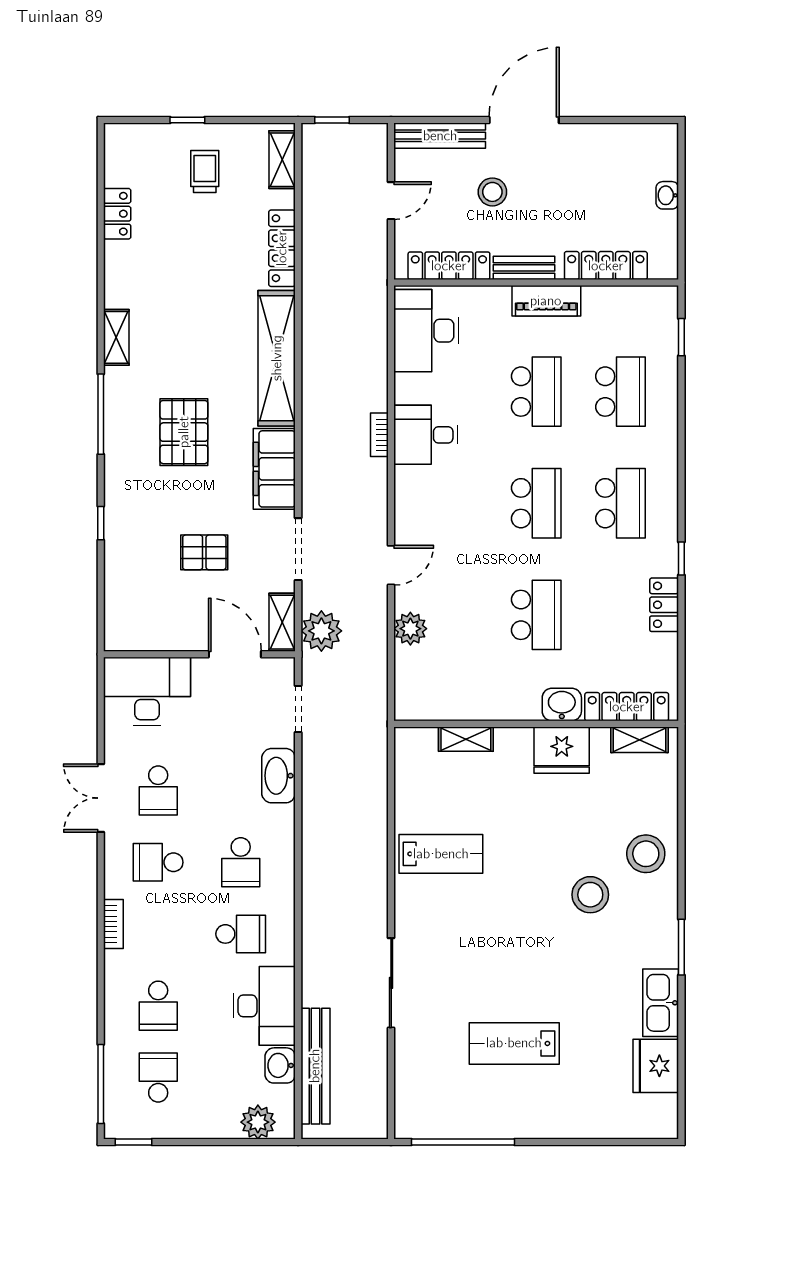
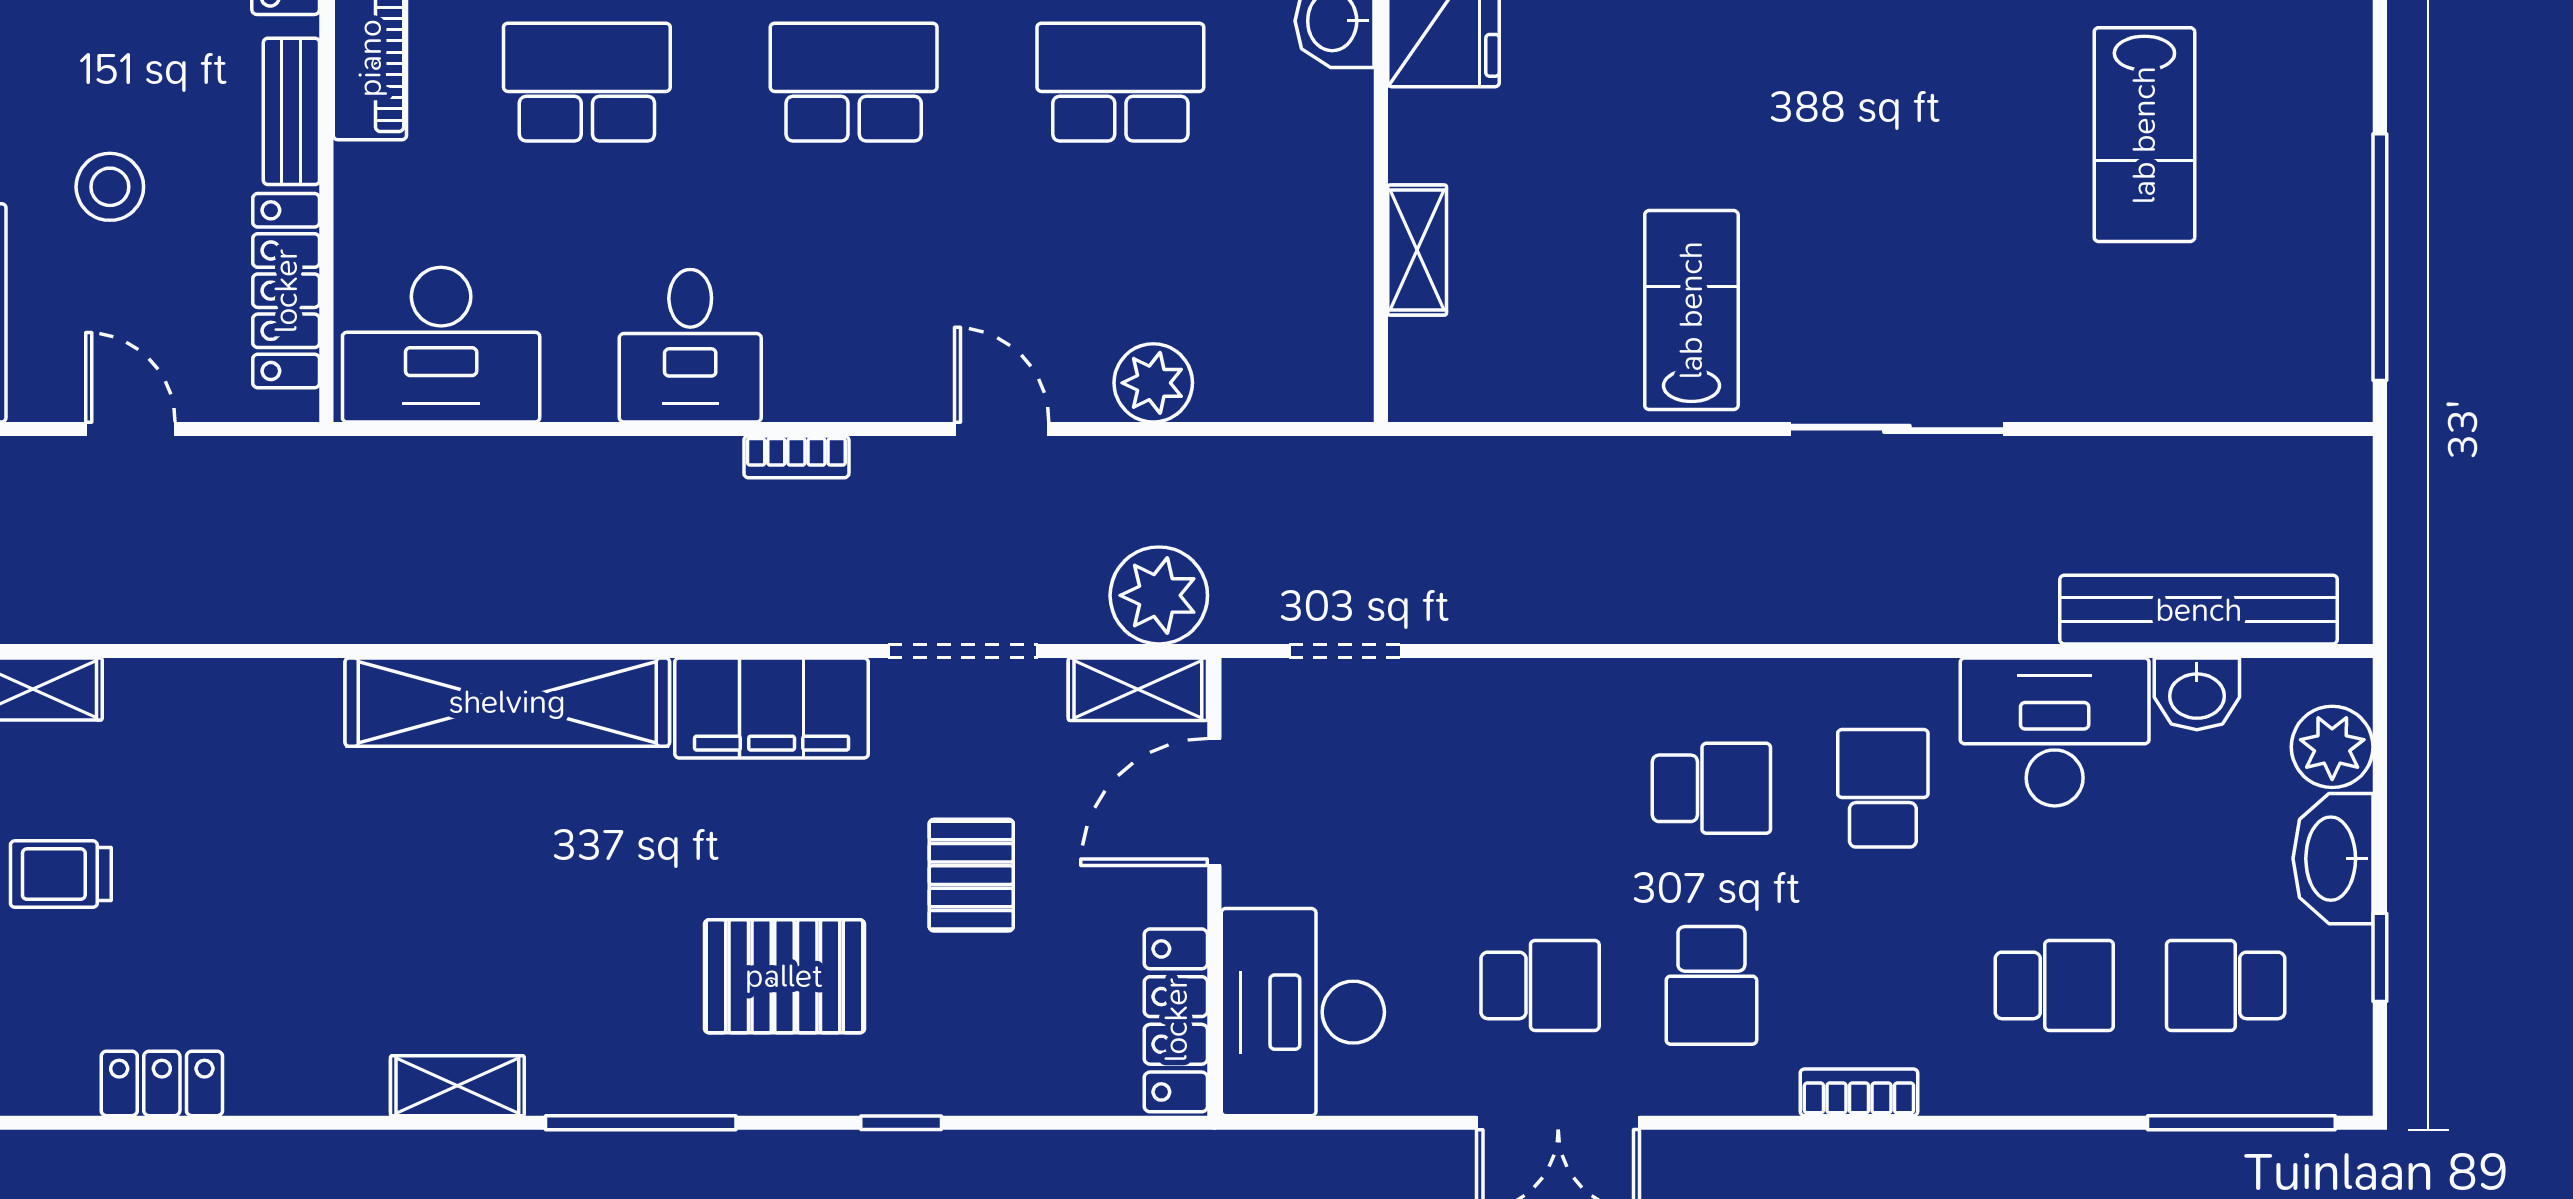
locker: (282, 248) -> (1176, 1020), moved, turned 90
pallet: (184, 432) -> (784, 976), moved
bookcase: (379, 435) -> (796, 457), moved
washbasin: (279, 776) -> (2333, 859), moved, turned 90
sliding door: (391, 983) -> (1897, 429), moved
window: (134, 1142) -> (2380, 957), moved

